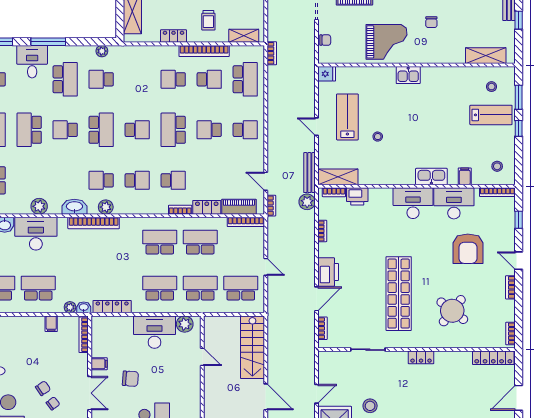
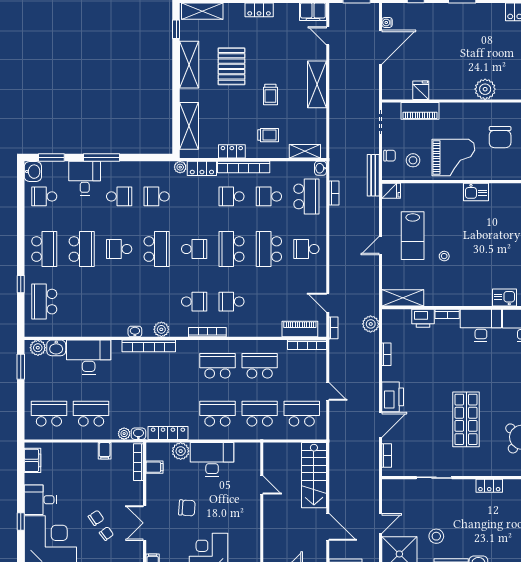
trolley: (208, 20) -> (268, 135), turned -90
chair: (431, 22) -> (500, 137), width x1.87, depth x1.87
stool: (348, 45) -> (413, 160), added
plant: (102, 51) -> (180, 167), moved
bookcase: (204, 51) -> (244, 167), moved
washbasin: (259, 52) -> (320, 168), added
bookcase: (272, 53) -> (334, 193), moved
school desk: (65, 79) -> (119, 196), width x0.54
school desk: (209, 79) -> (269, 196), turned 180
lab bench: (347, 117) -> (413, 236), turned 180
door: (316, 127) -> (380, 246), hinge flipped
school desk: (29, 130) -> (82, 249), turned 180
school desk: (209, 130) -> (269, 249), width x1.85
school desk: (245, 130) -> (306, 249), turned 180
bench: (309, 173) -> (373, 175), moved
kitchen sink: (431, 177) -> (505, 298), width x0.73
school desk: (101, 180) -> (157, 302), removed
school desk: (173, 180) -> (231, 302), turned 180
bookcase: (334, 192) -> (447, 314), moved
plant: (39, 206) -> (92, 329), removed
washbasin: (74, 207) -> (135, 331), width x0.52, depth x0.69
locker: (207, 207) -> (202, 168), moved, turned 180
bookcase: (180, 210) -> (207, 332), moved, width x1.56
shop shelf: (399, 294) -> (466, 419), width x0.71
plant: (185, 324) -> (181, 451), moved
filing cabinet: (99, 364) -> (154, 467), moved
double door: (90, 393) -> (145, 523), swing flipped

